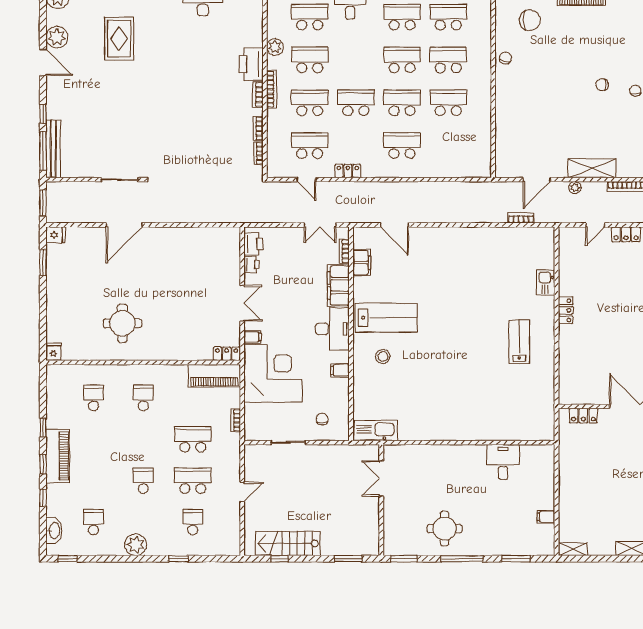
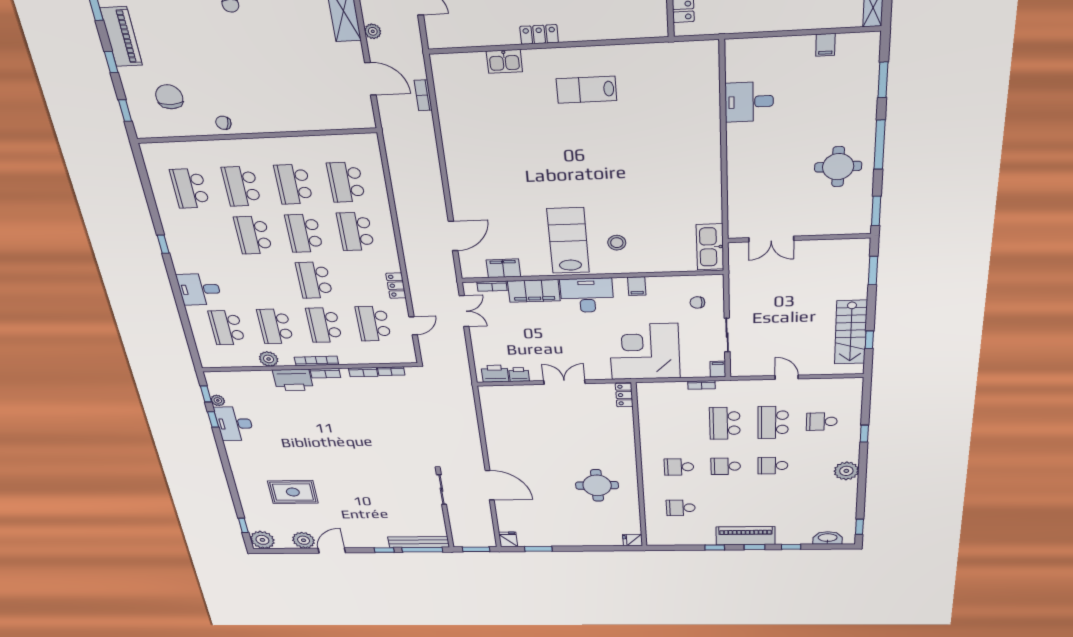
school desk: (402, 17) -> (346, 182), moved
filing cabinet: (253, 337) -> (718, 369), moved
piano: (214, 376) -> (650, 406), removed
school desk: (94, 522) -> (726, 466), moved

